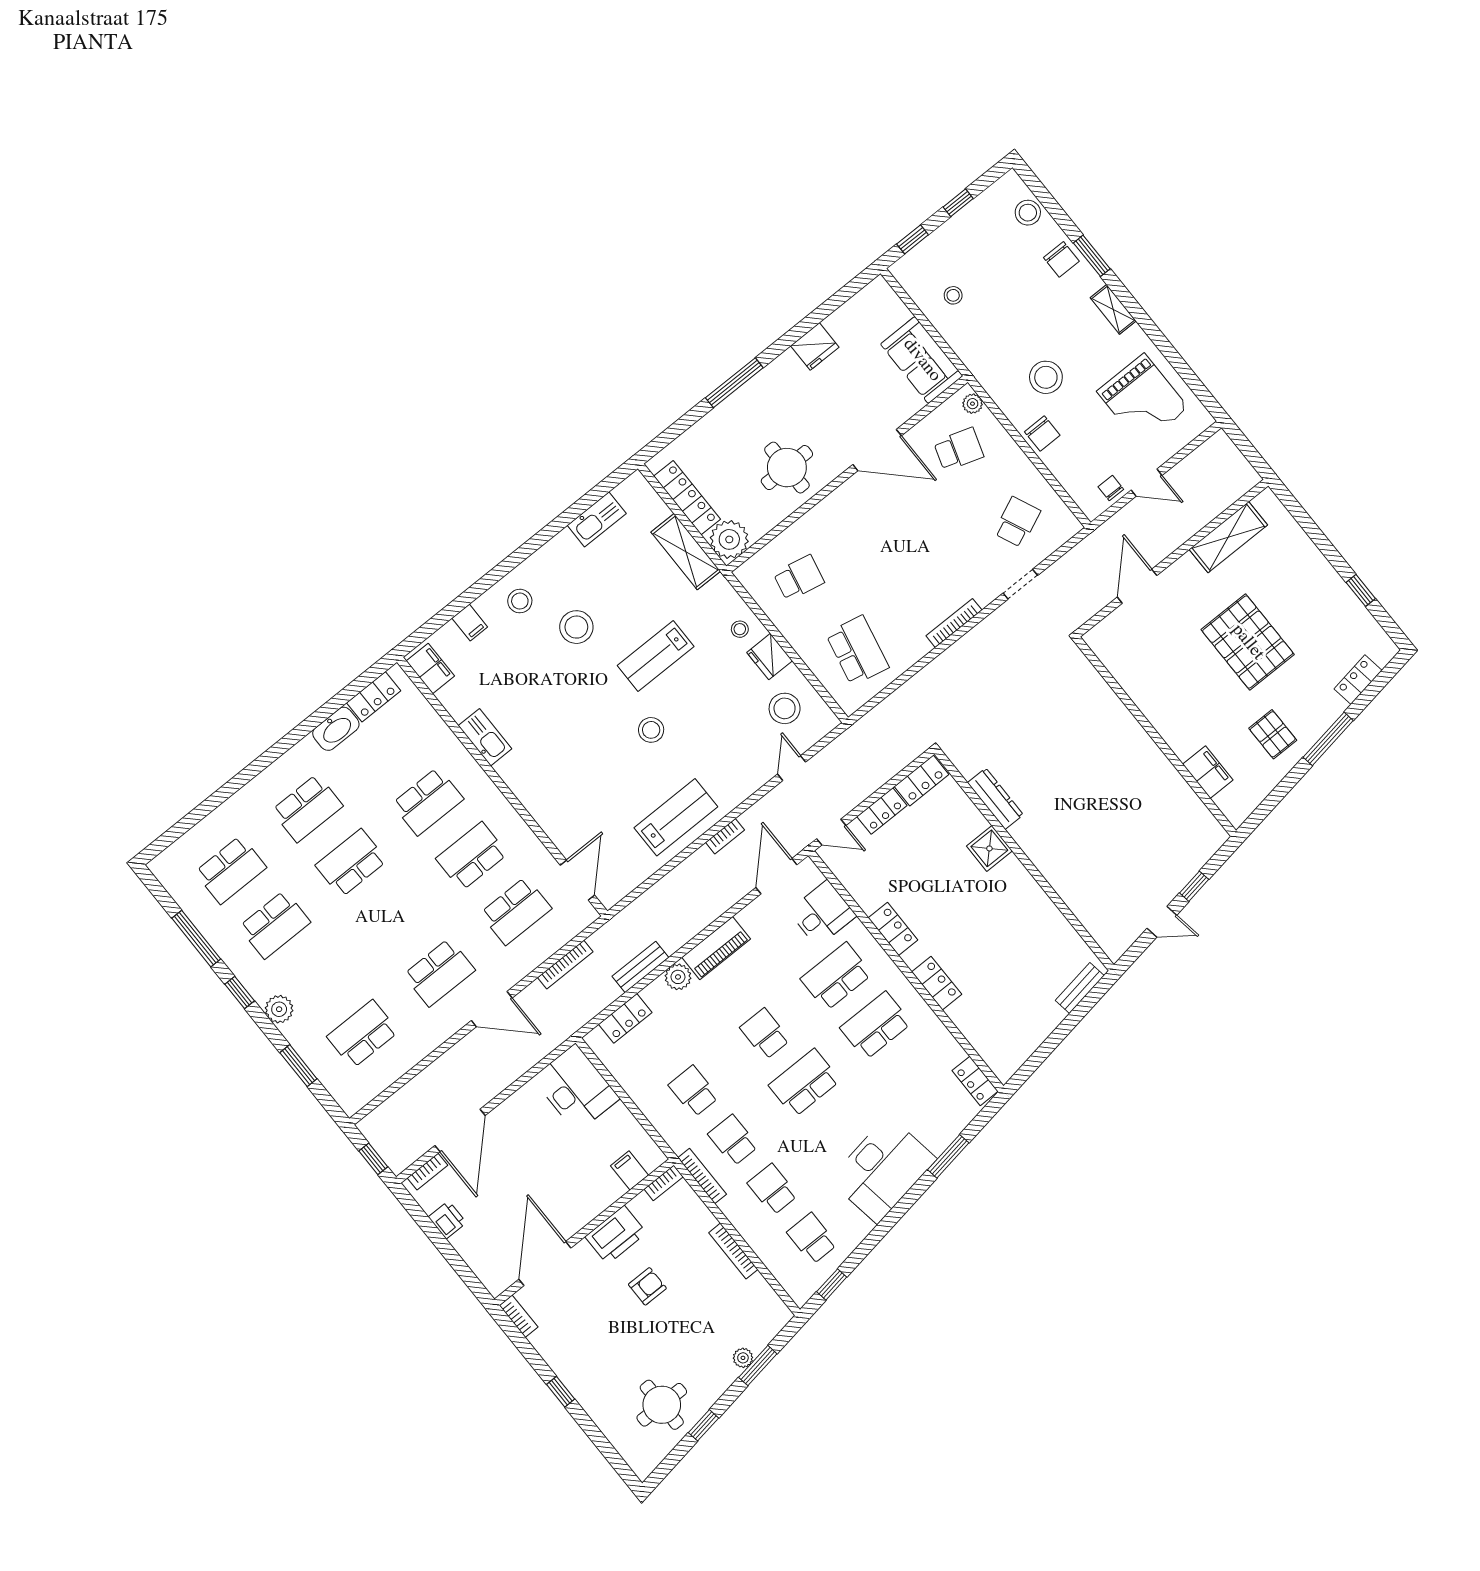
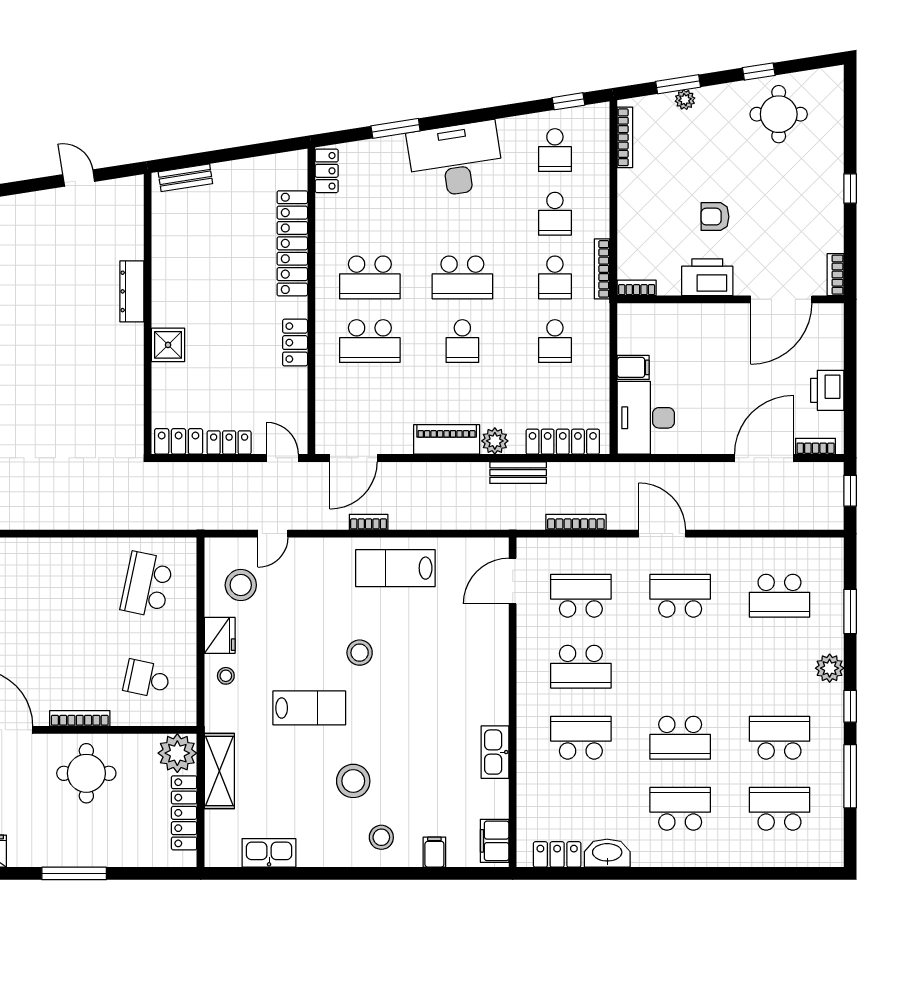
bookcase: (954, 623) -> (80, 718), moved, turned 180
dresser: (995, 799) -> (132, 291), moved
window: (1194, 886) -> (31, 185), removed
desk: (822, 914) -> (341, 399), removed
locker: (937, 983) -> (292, 243), width x2.16, depth x1.21
locker: (625, 1018) -> (563, 442), width x1.53
filing cabinet: (630, 1170) -> (633, 367), moved, turned -90
printer: (447, 1220) -> (827, 390), width x1.36, depth x1.24
bookcase: (733, 1251) -> (625, 137), moved

